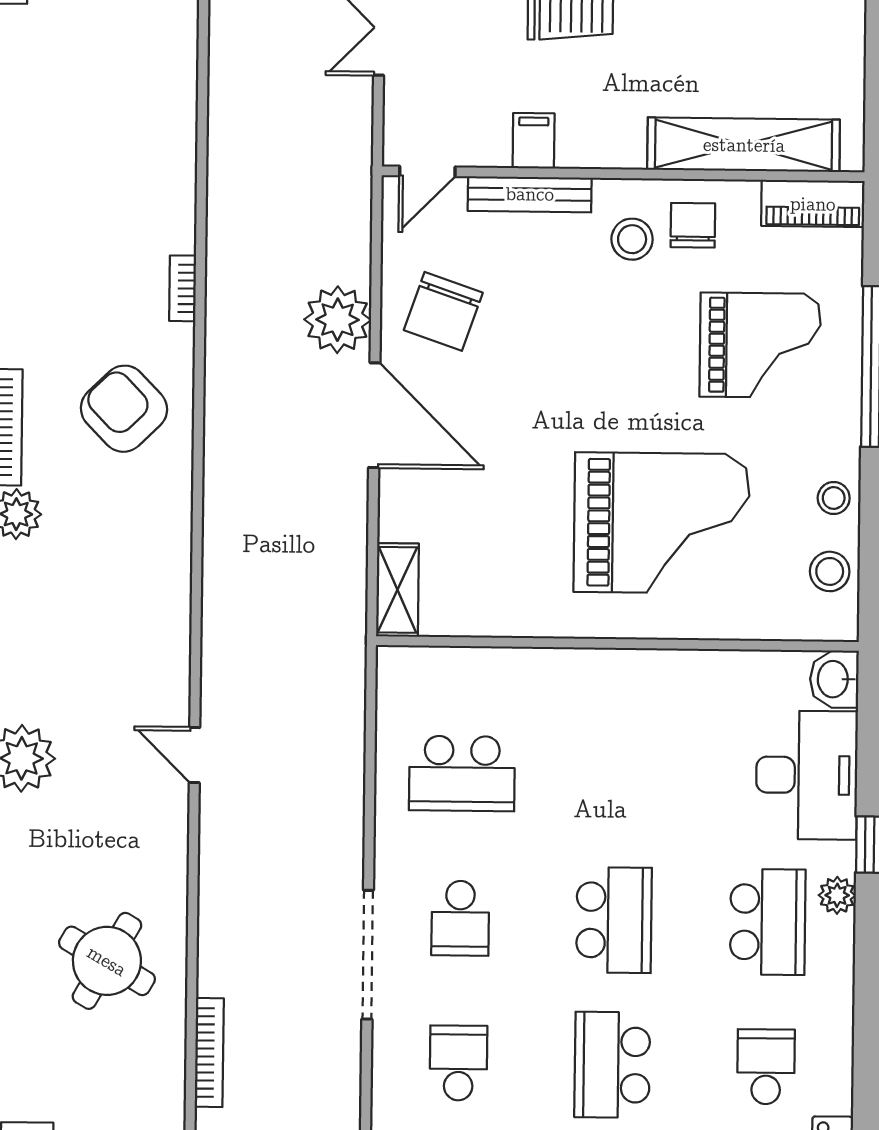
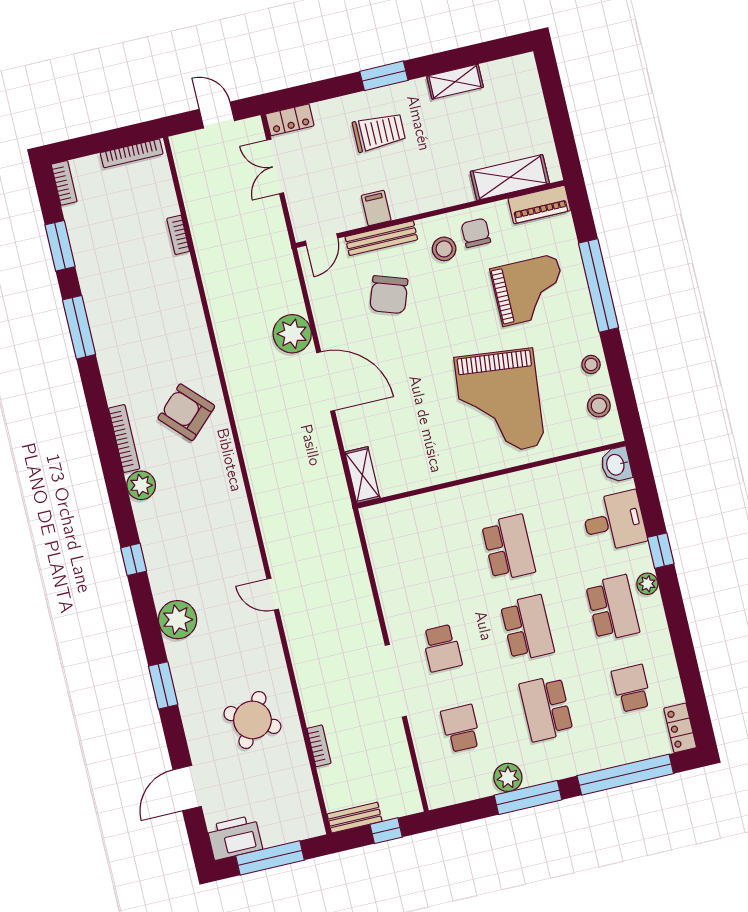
shelving: (744, 145) -> (510, 177), width x0.68
bookcase: (183, 288) -> (178, 235), moved
chair: (443, 311) -> (389, 295), moved
grand piano: (662, 523) -> (499, 402), turned 96
school desk: (462, 773) -> (508, 548), moved, turned -90
desk: (807, 775) -> (614, 521), width x0.73
bookcase: (209, 1053) -> (319, 746), width x0.64

